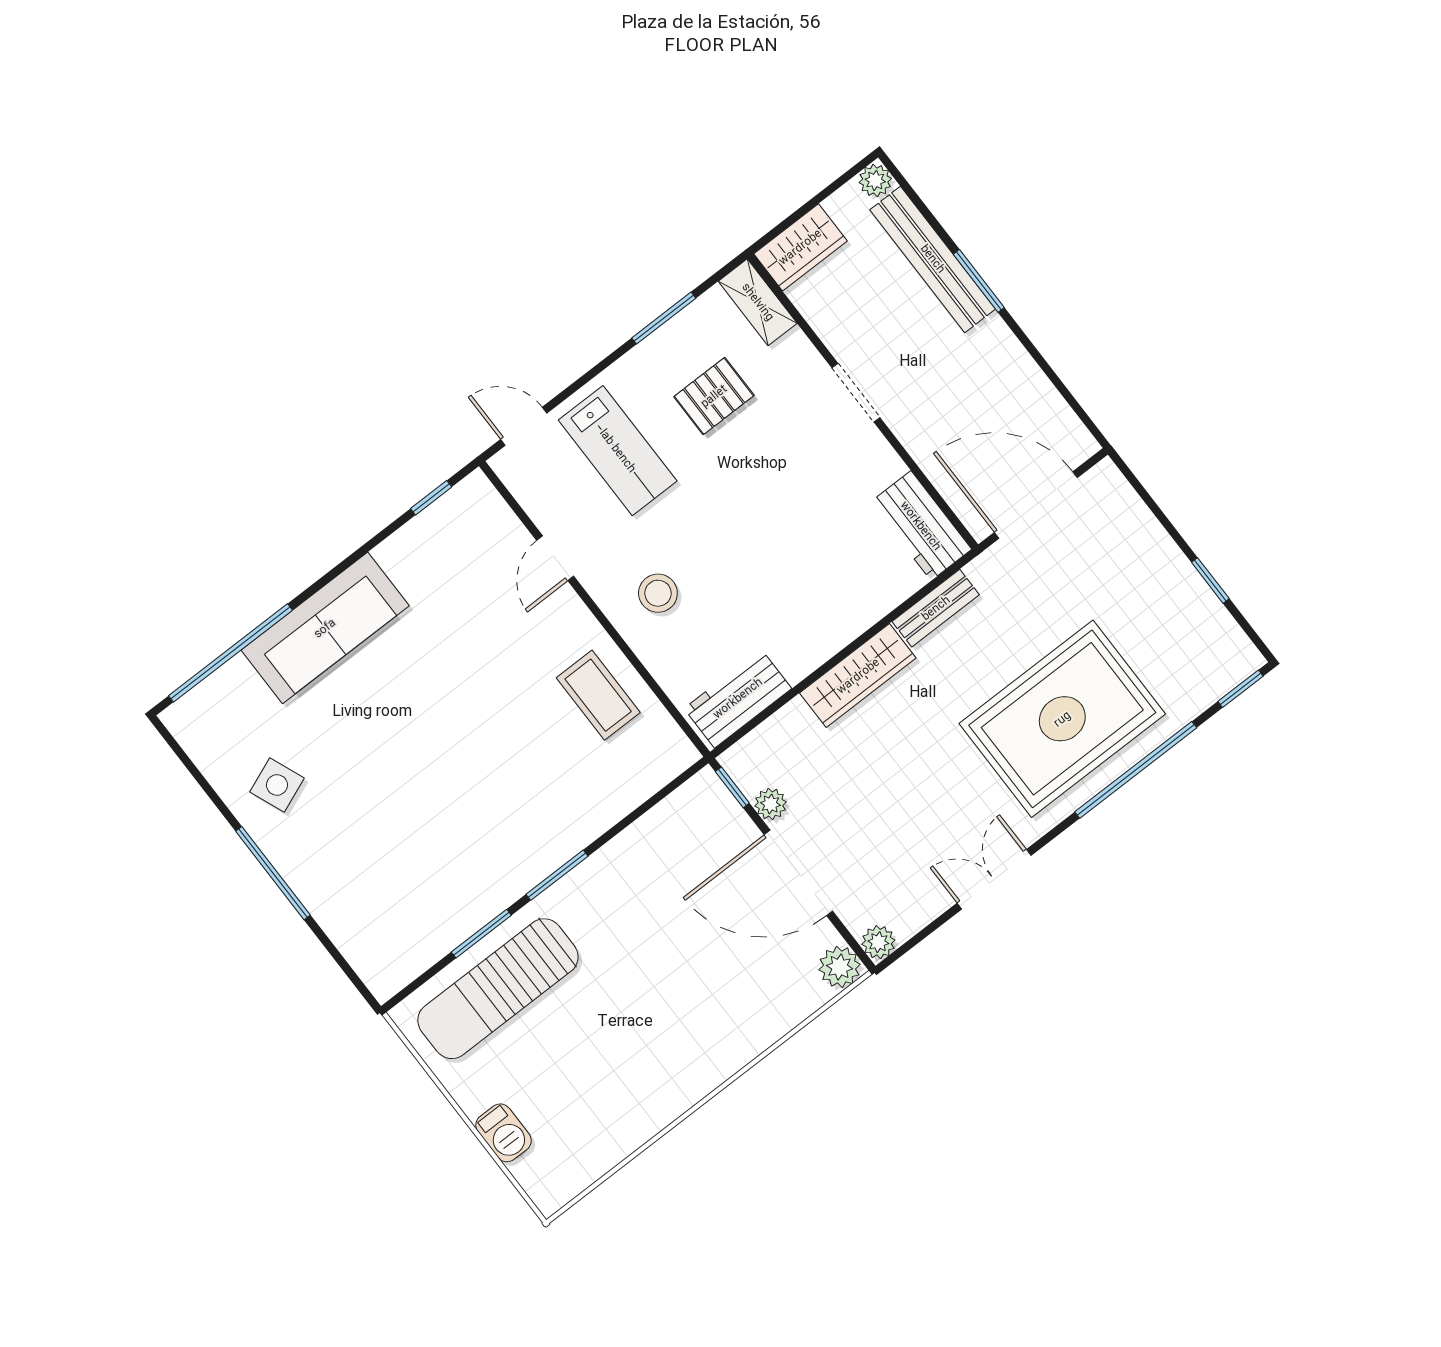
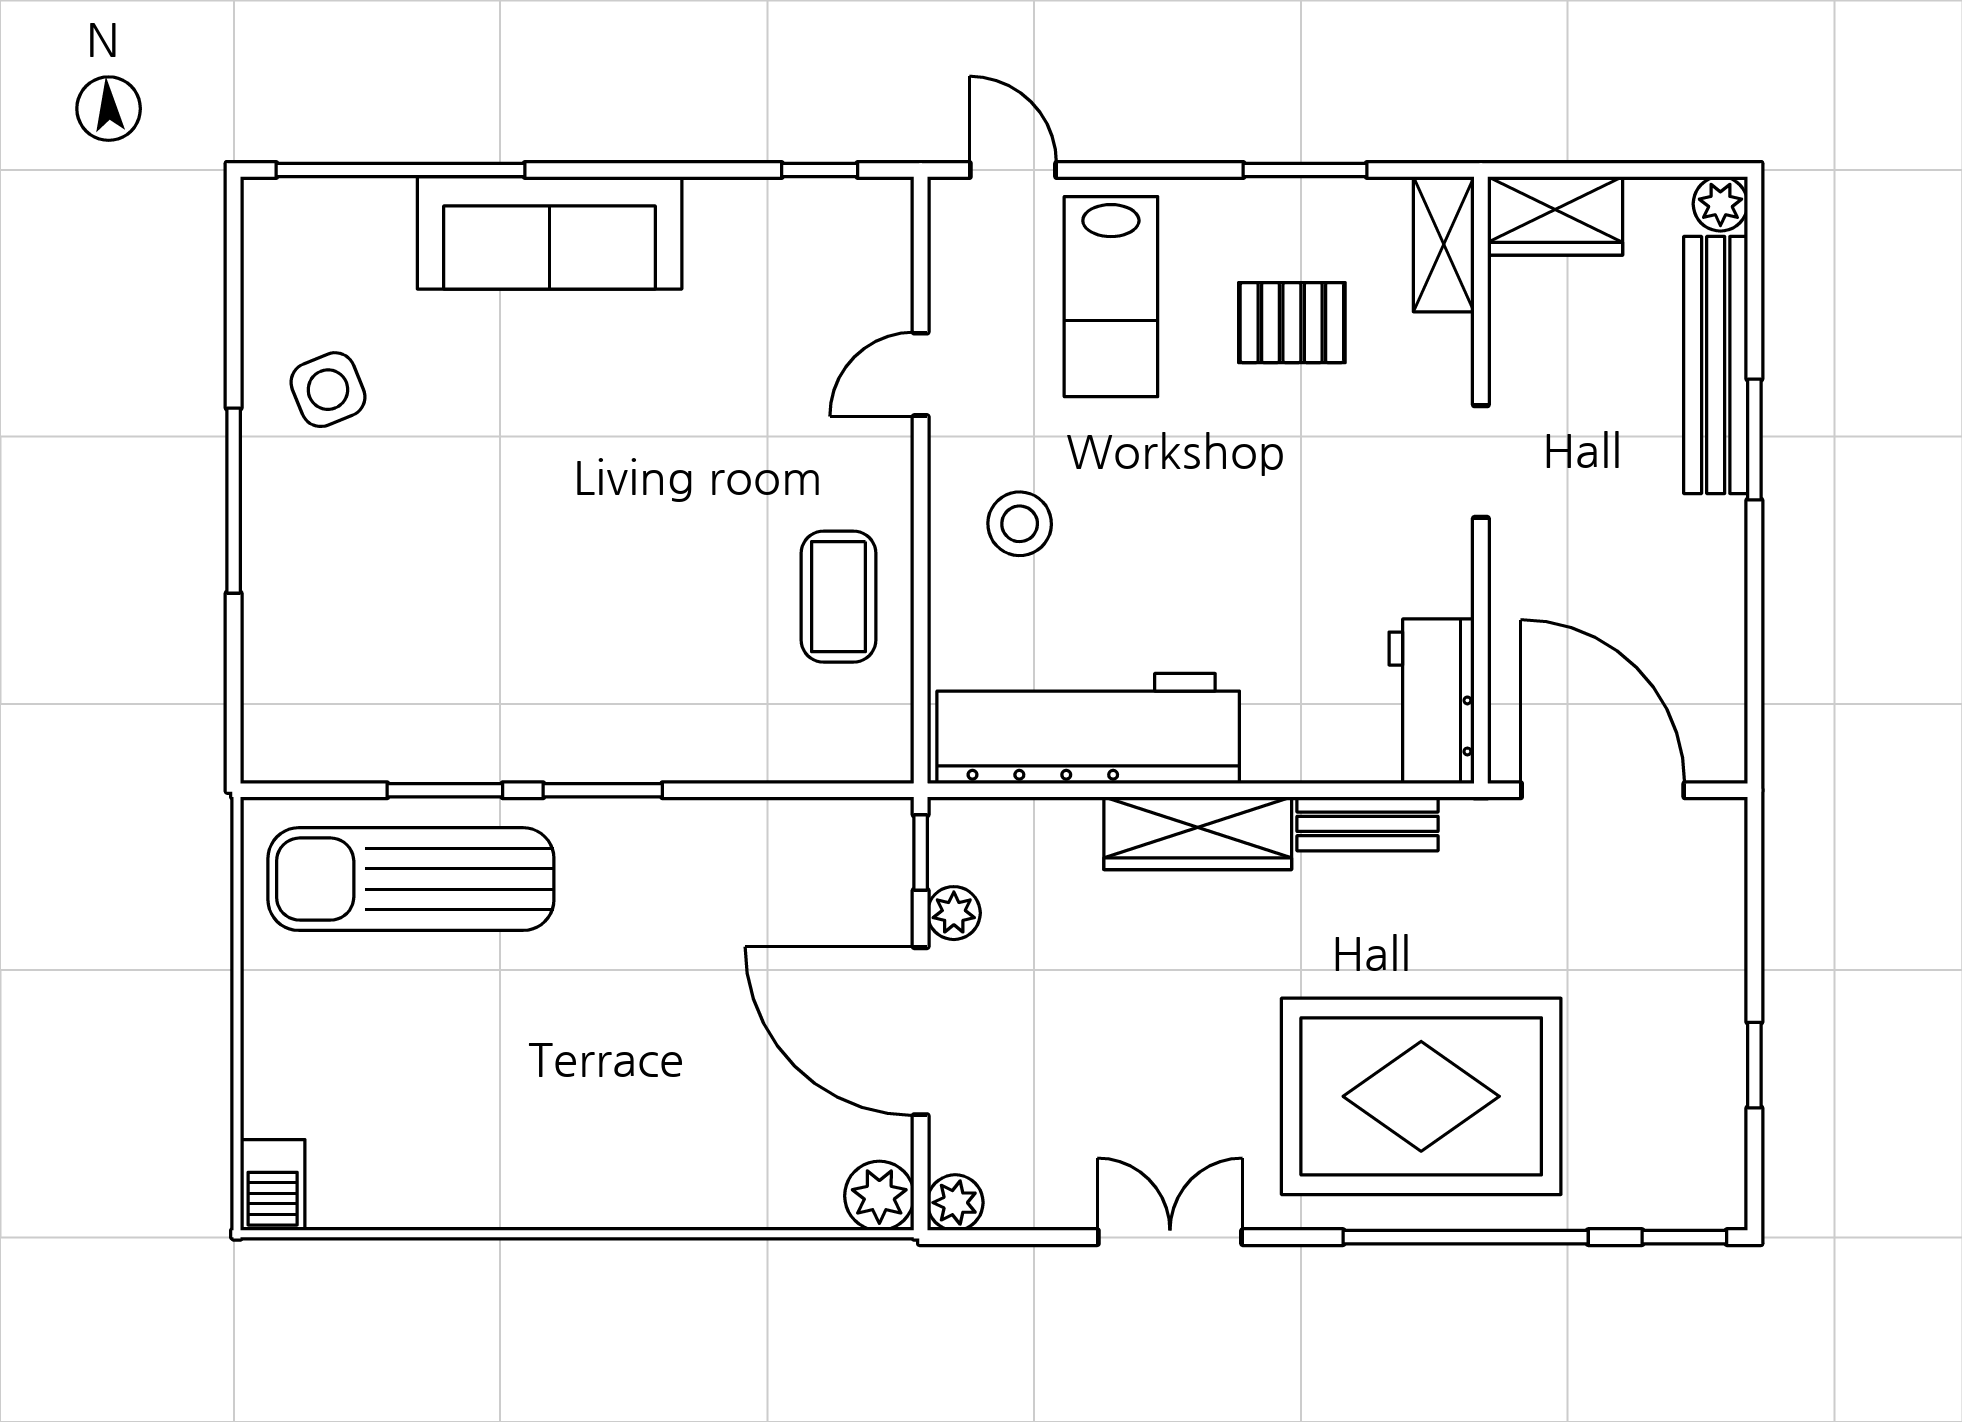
workbench: (738, 698) -> (1088, 728), width x1.88, depth x1.32
barbecue: (504, 1133) -> (273, 1185), moved

